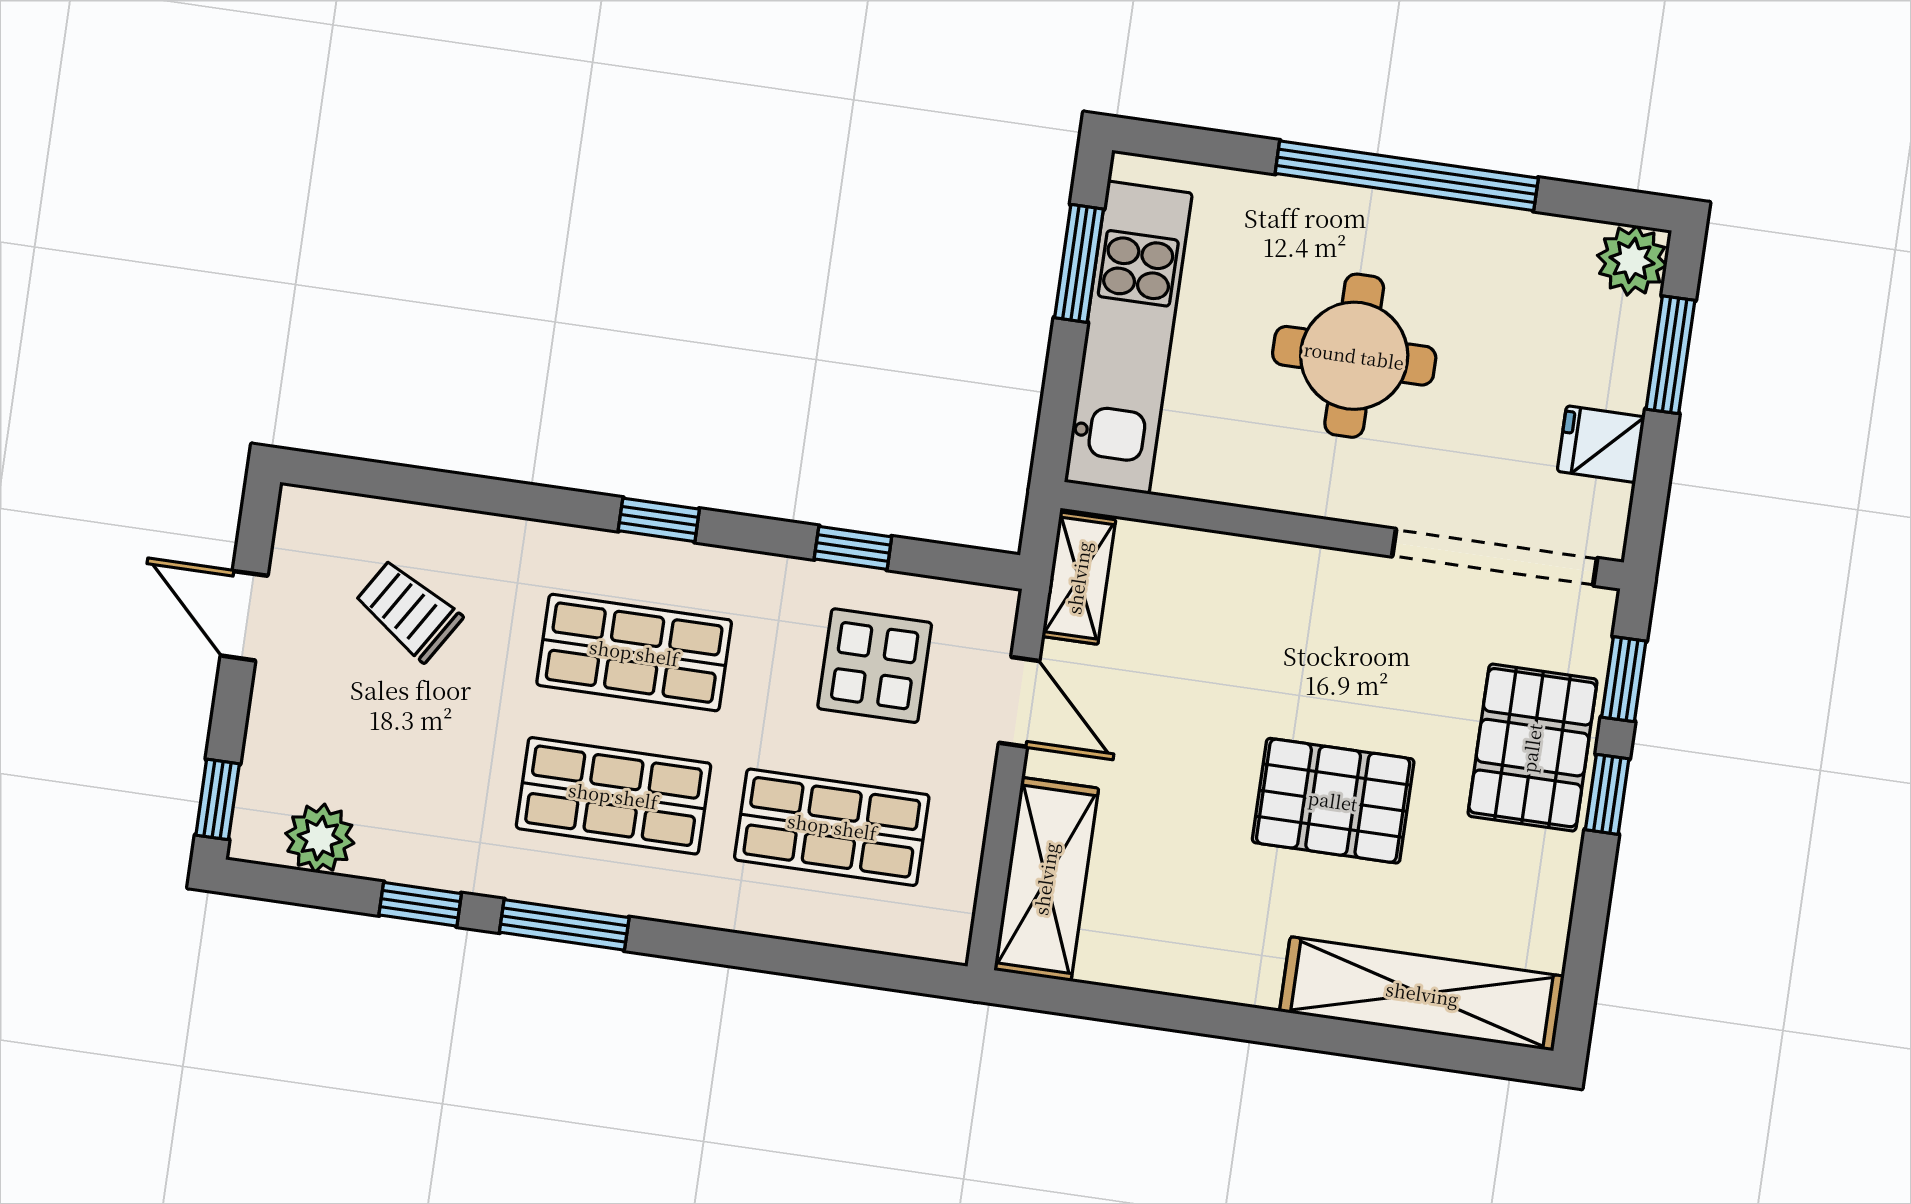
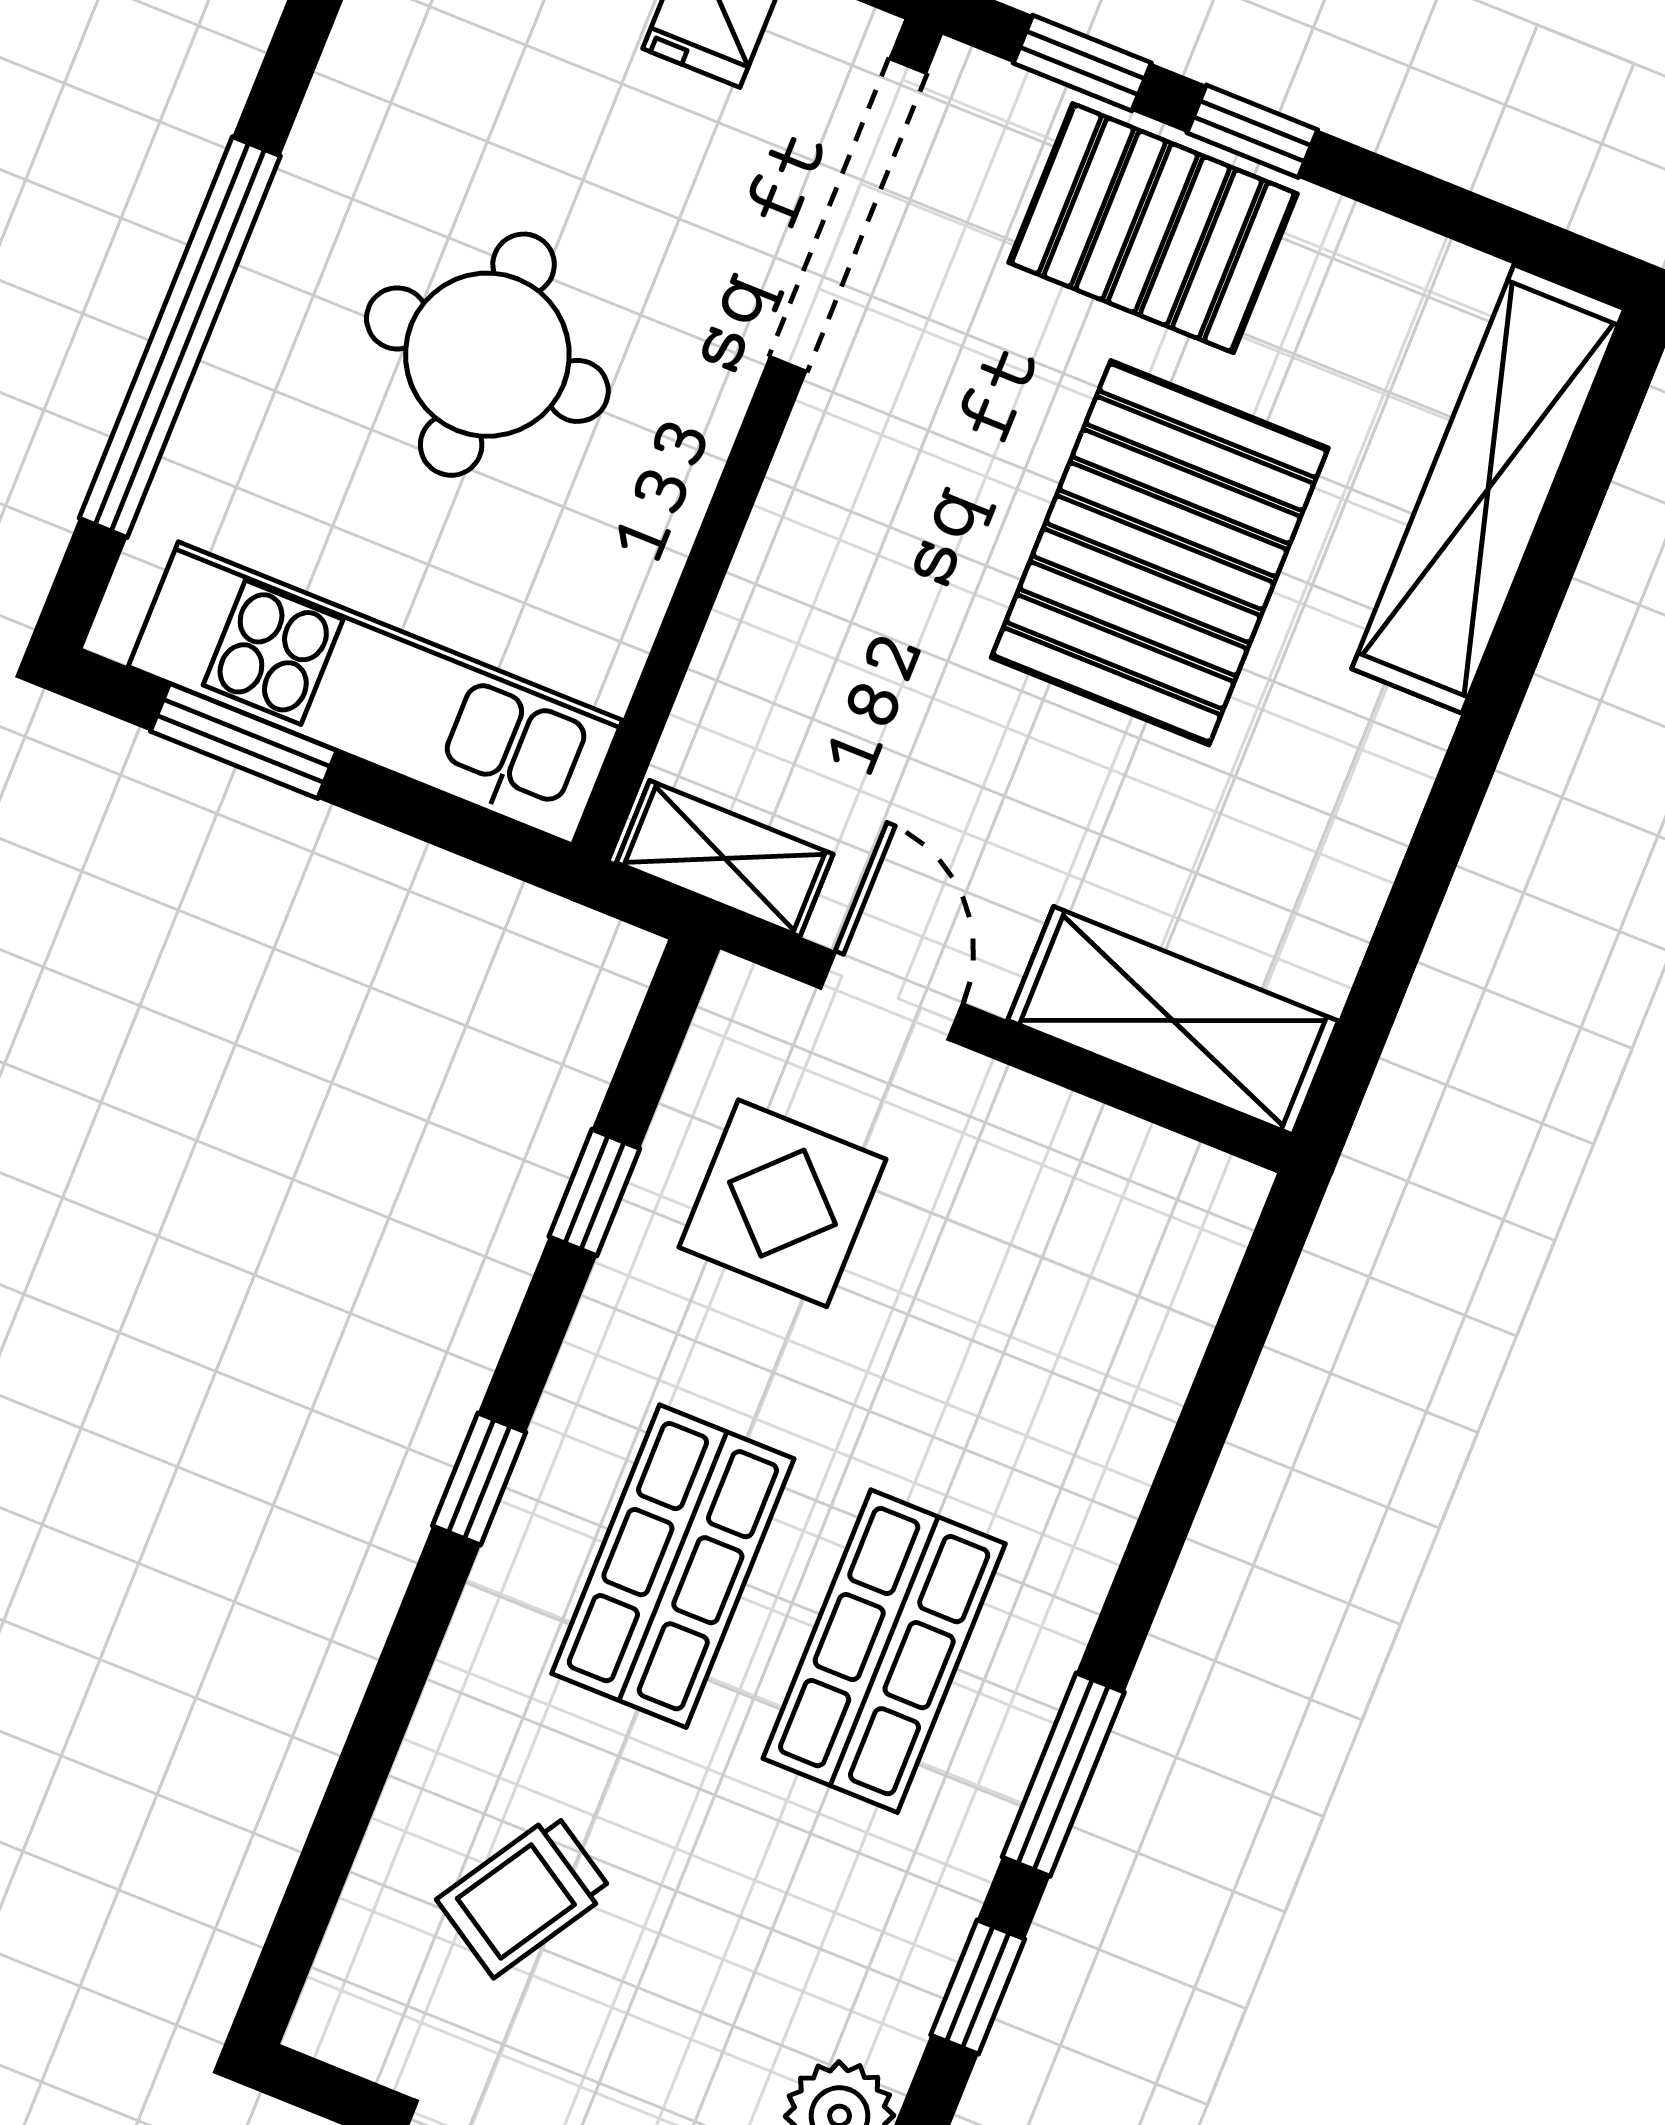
window: (1407, 176) -> (180, 337), moved
door: (1019, 702) -> (892, 996), hinge flipped
pallet: (1333, 801) -> (1160, 553), width x1.37, depth x1.41
shop shelf: (832, 827) -> (1014, 1329), removed

